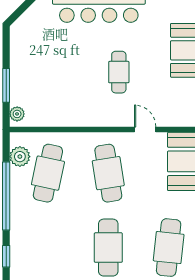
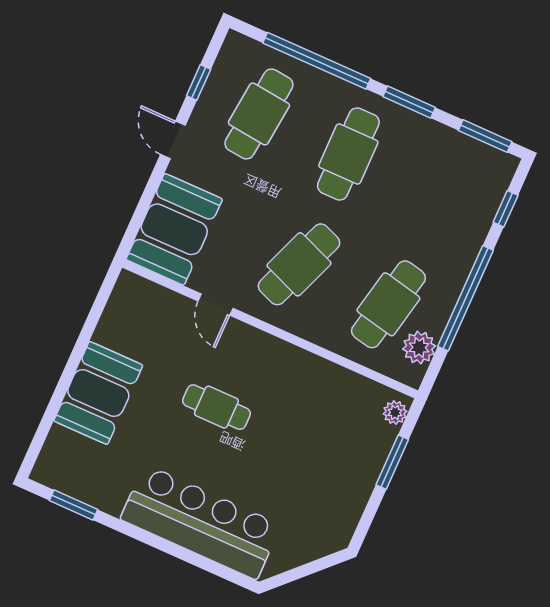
cafe table: (119, 72) -> (216, 407), turned 90
cafe table: (108, 173) -> (299, 264), turned 30

